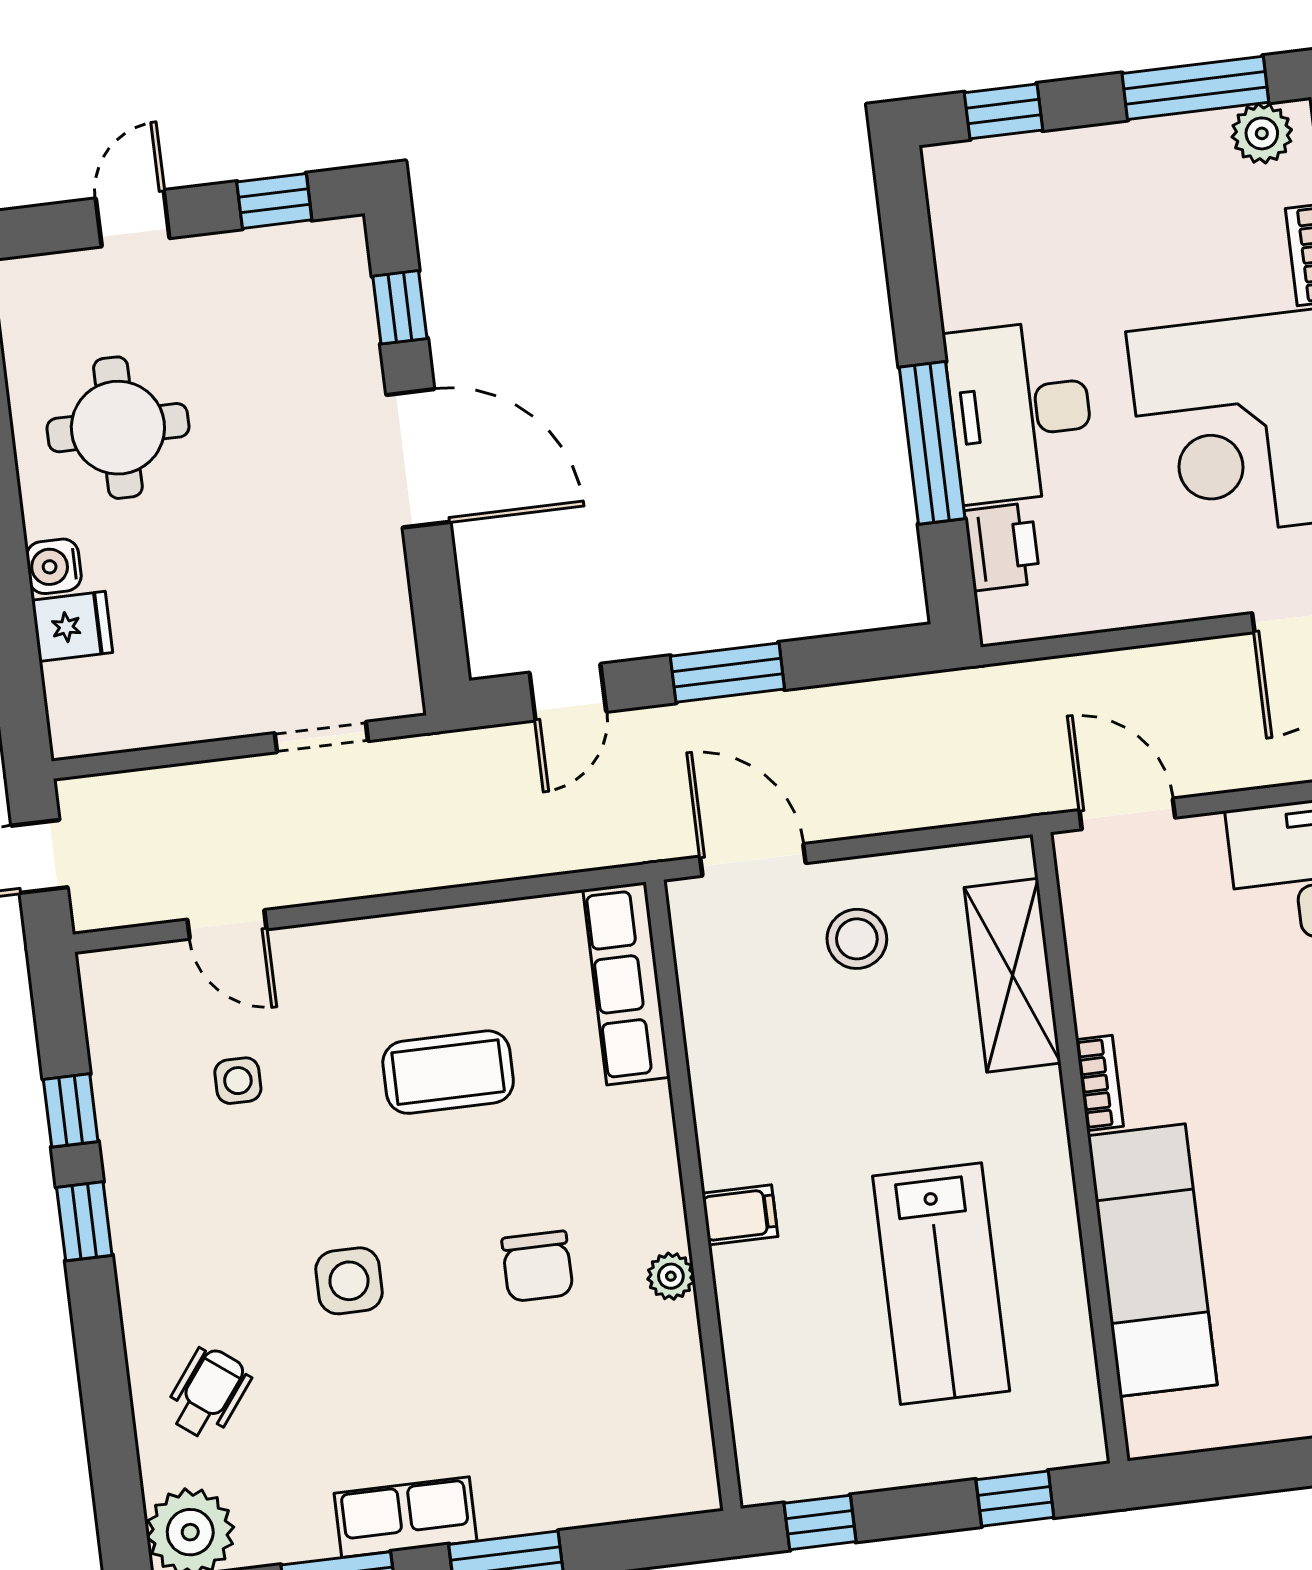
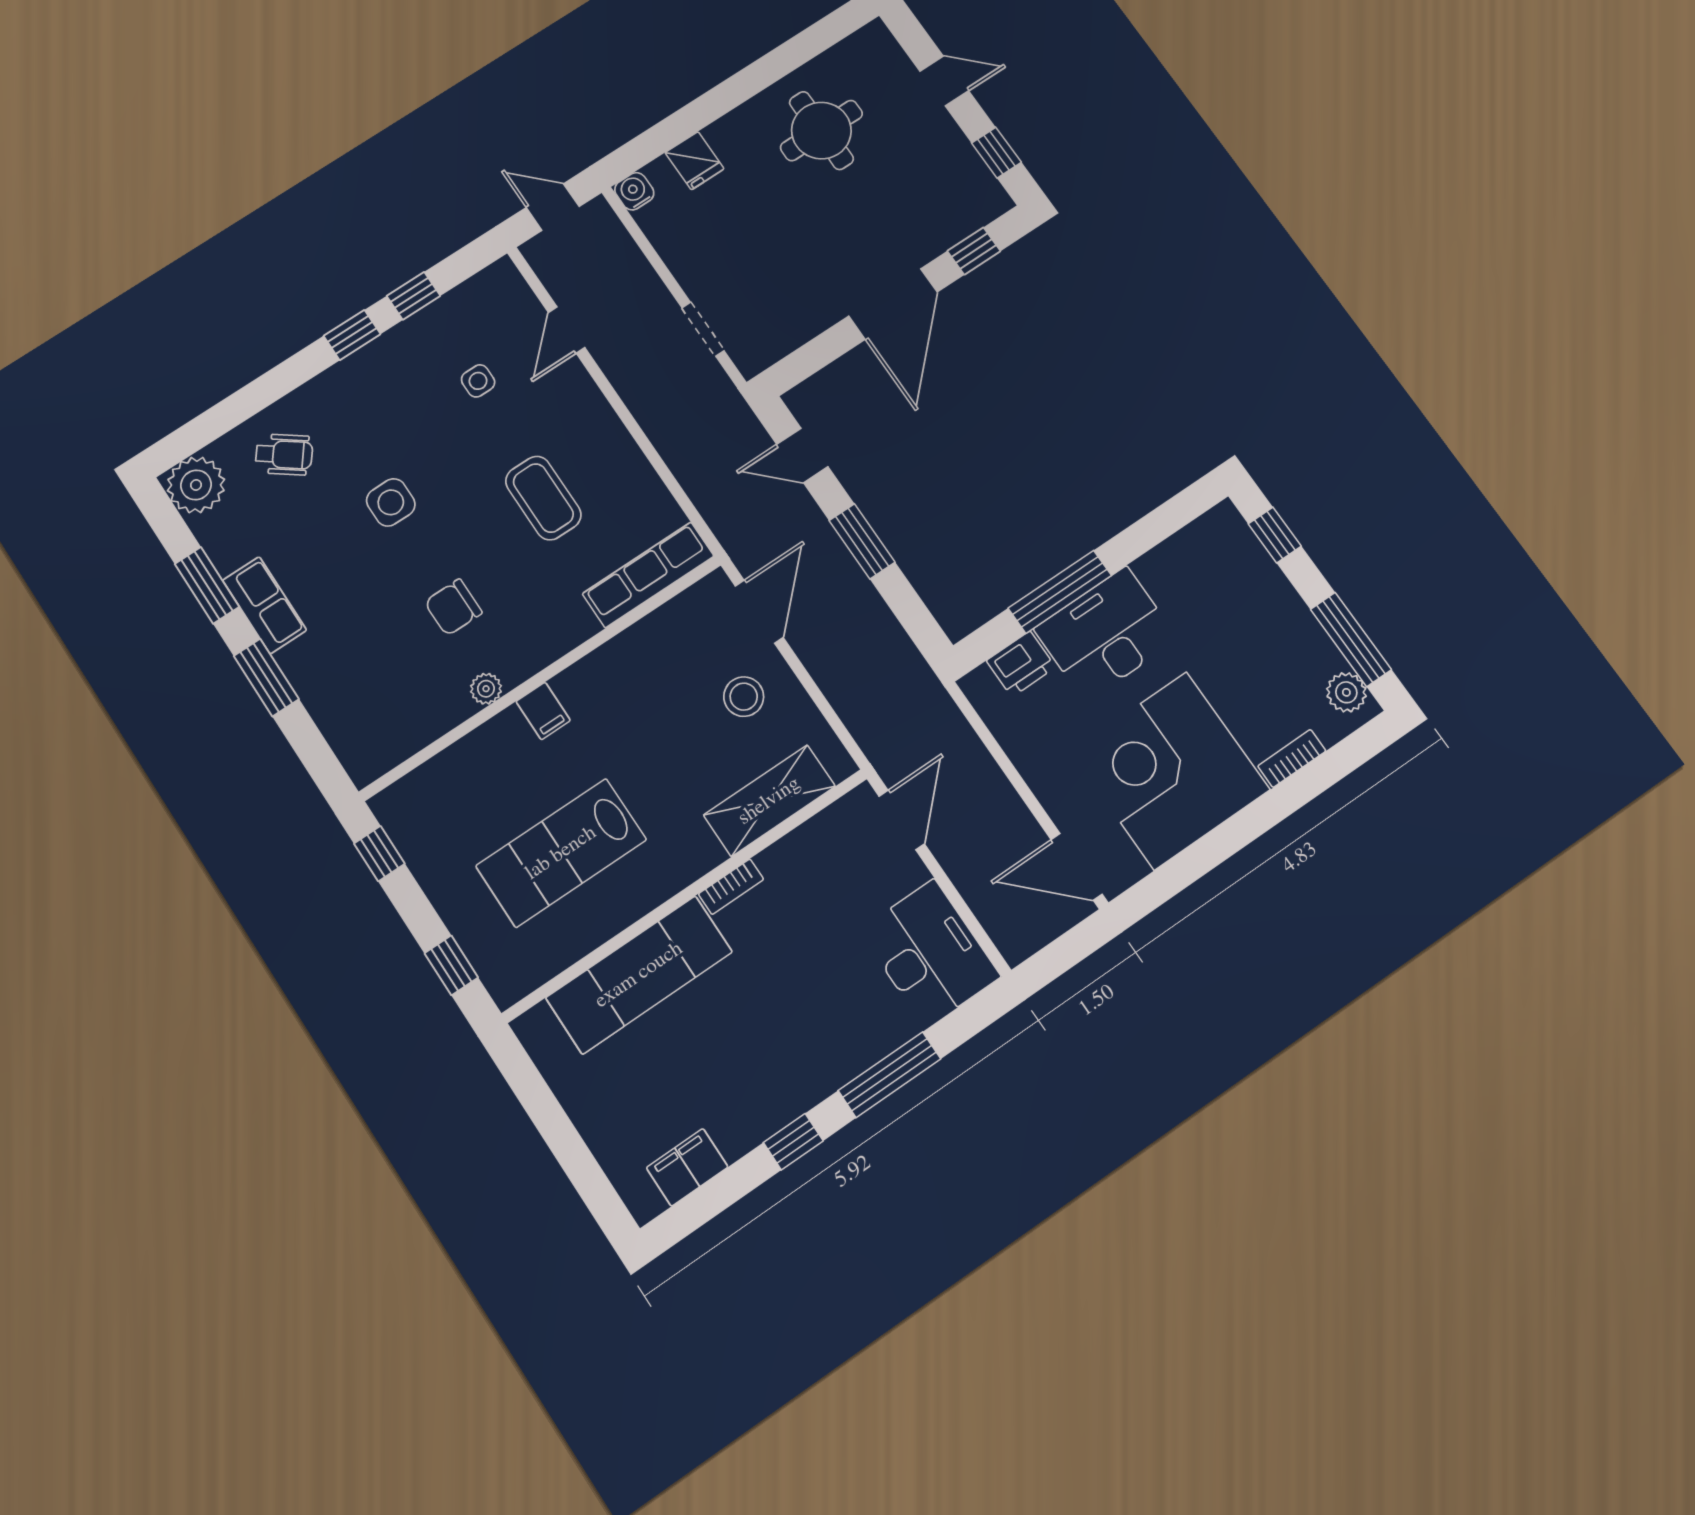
water cooler: (54, 566) -> (634, 191), moved

